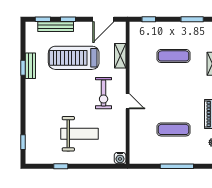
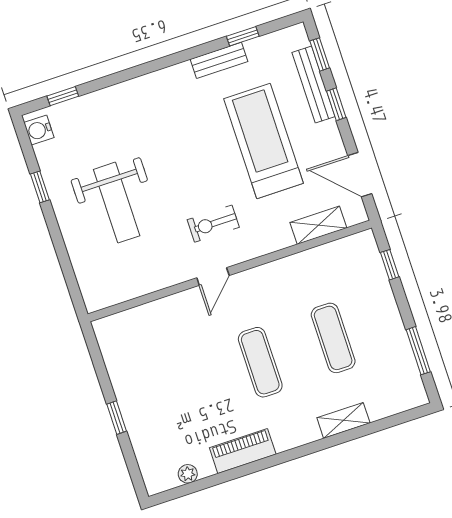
shelving: (120, 56) -> (318, 225), moved
window: (23, 68) -> (243, 36), moved
exercise bike: (104, 93) -> (213, 224), width x0.73, depth x0.72
exercise mat: (174, 129) -> (260, 362), moved
water cooler: (120, 158) -> (39, 130), moved
window: (177, 166) -> (117, 418), width x0.46

